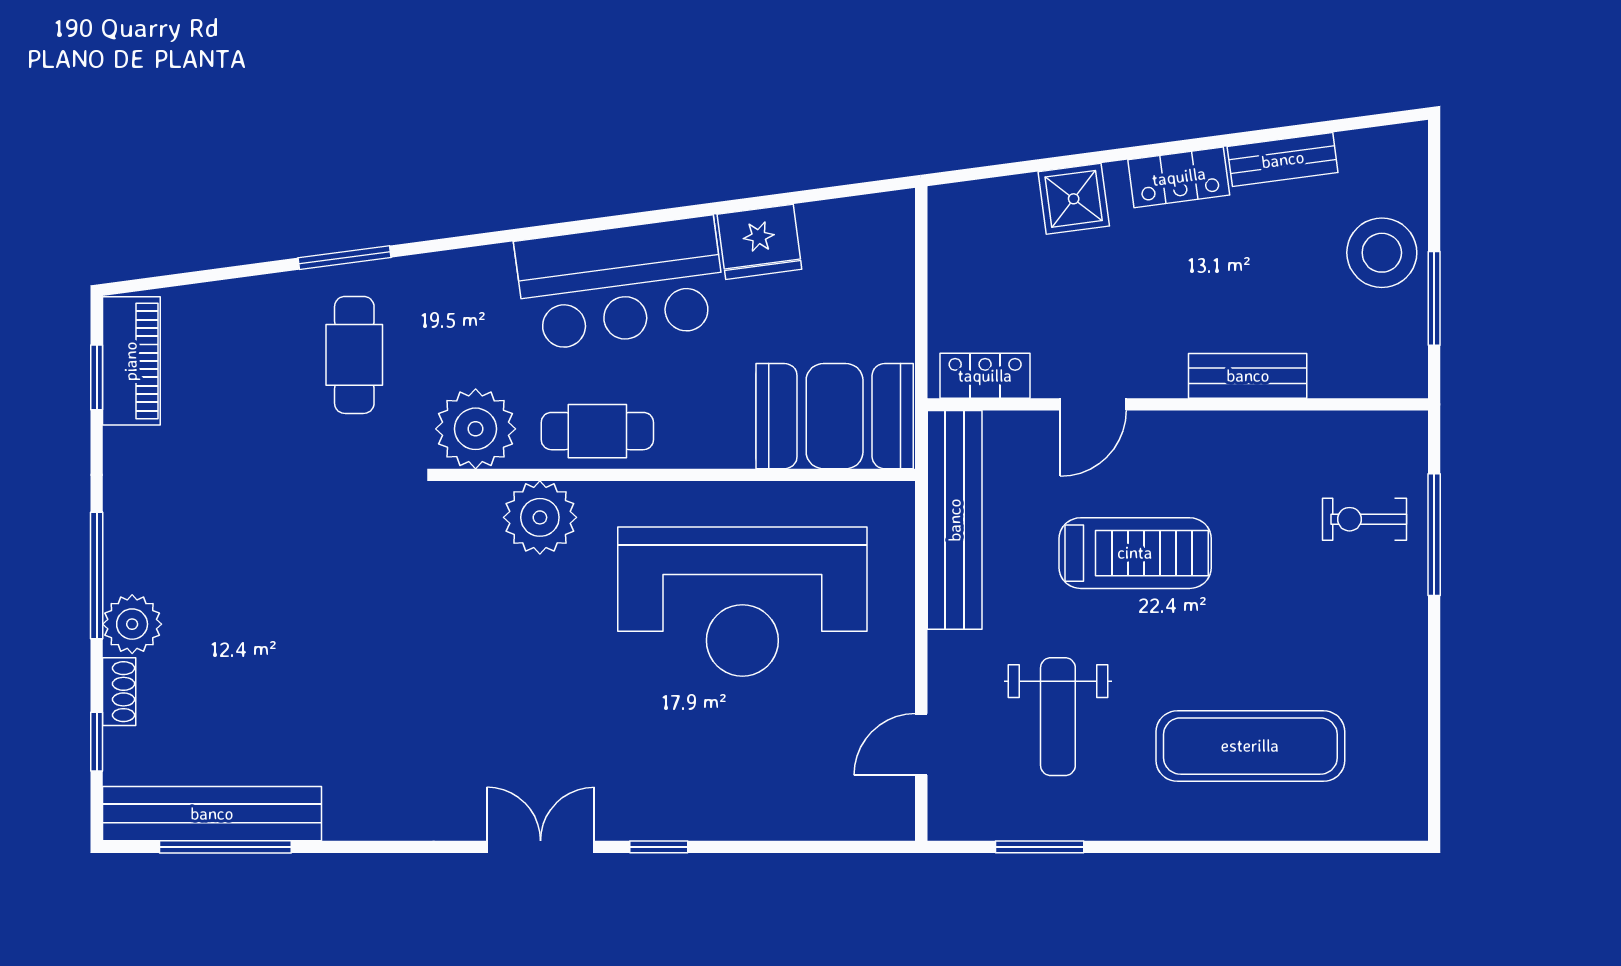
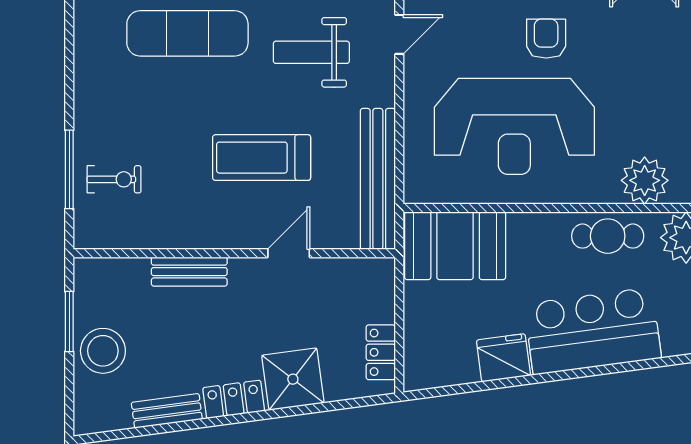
shower: (1074, 199) -> (293, 379), width x1.36, depth x1.36
locker: (985, 376) -> (381, 352), moved, turned 90
reception desk: (742, 602) -> (514, 126), turned 180
weight bench: (1058, 717) -> (311, 52), turned -90
armchair: (693, 738) -> (546, 39), added

